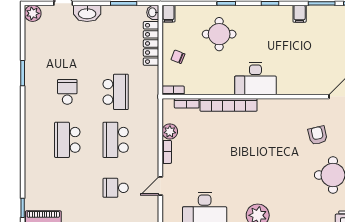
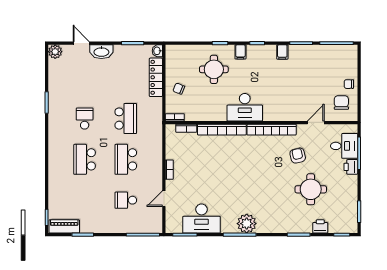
filing cabinet: (168, 14) -> (240, 52), moved
bookcase: (287, 105) -> (272, 130), added
plant: (170, 131) -> (172, 152), removed

